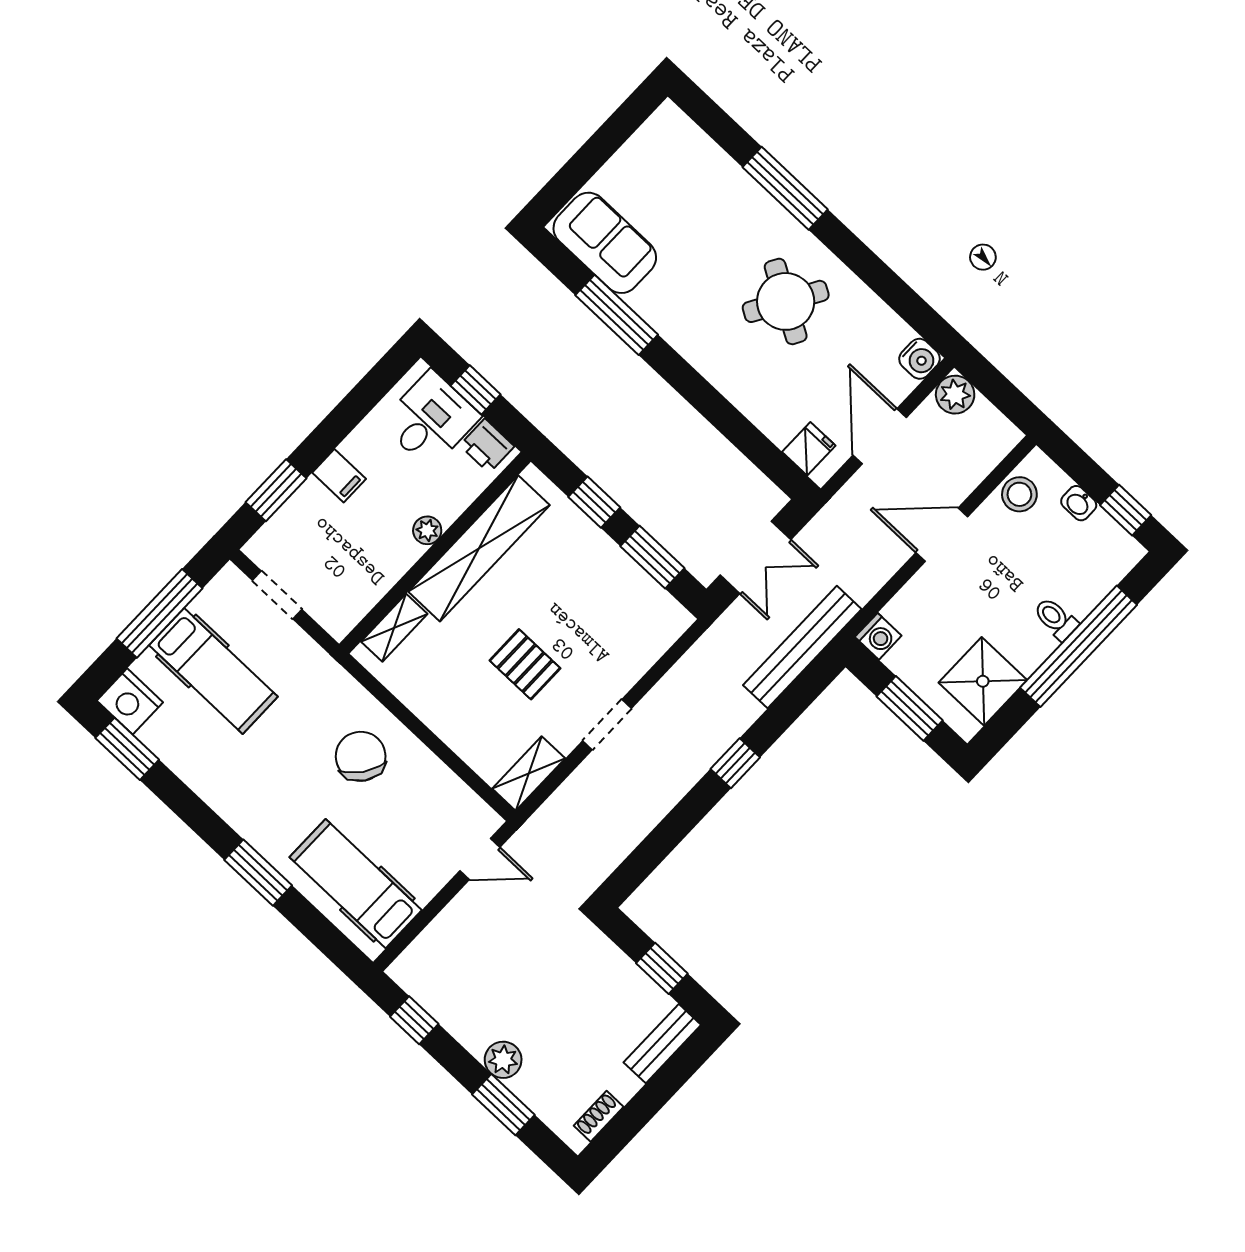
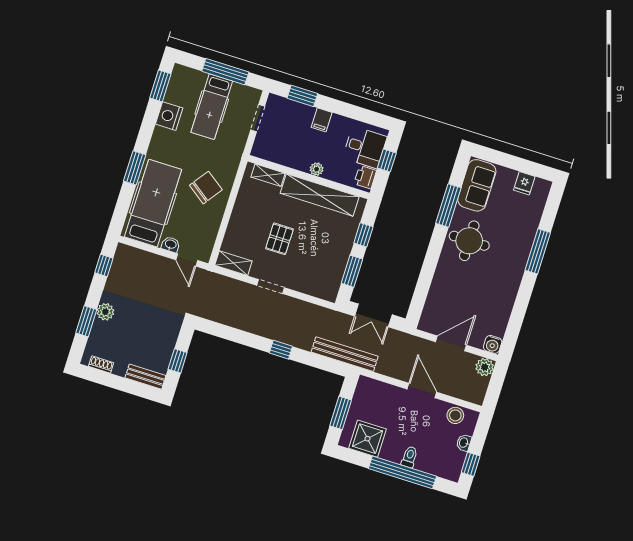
round table: (786, 301) -> (469, 241), moved, turned -30
fridge: (809, 449) -> (524, 183), moved, turned 90
washing machine: (878, 636) -> (365, 384), removed
nightstand: (130, 701) -> (169, 116), moved
washbasin: (436, 875) -> (171, 244), added
hospital bed: (356, 884) -> (153, 203), width x1.37, depth x1.29

